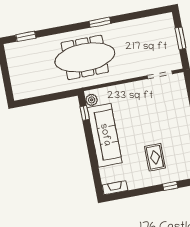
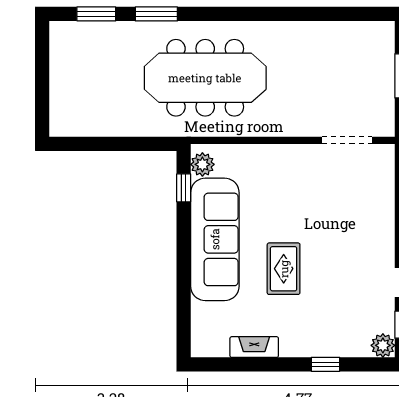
window: (100, 22) -> (156, 14), moved
rug: (155, 157) -> (284, 269), moved
fireplace: (115, 188) -> (254, 347), moved

